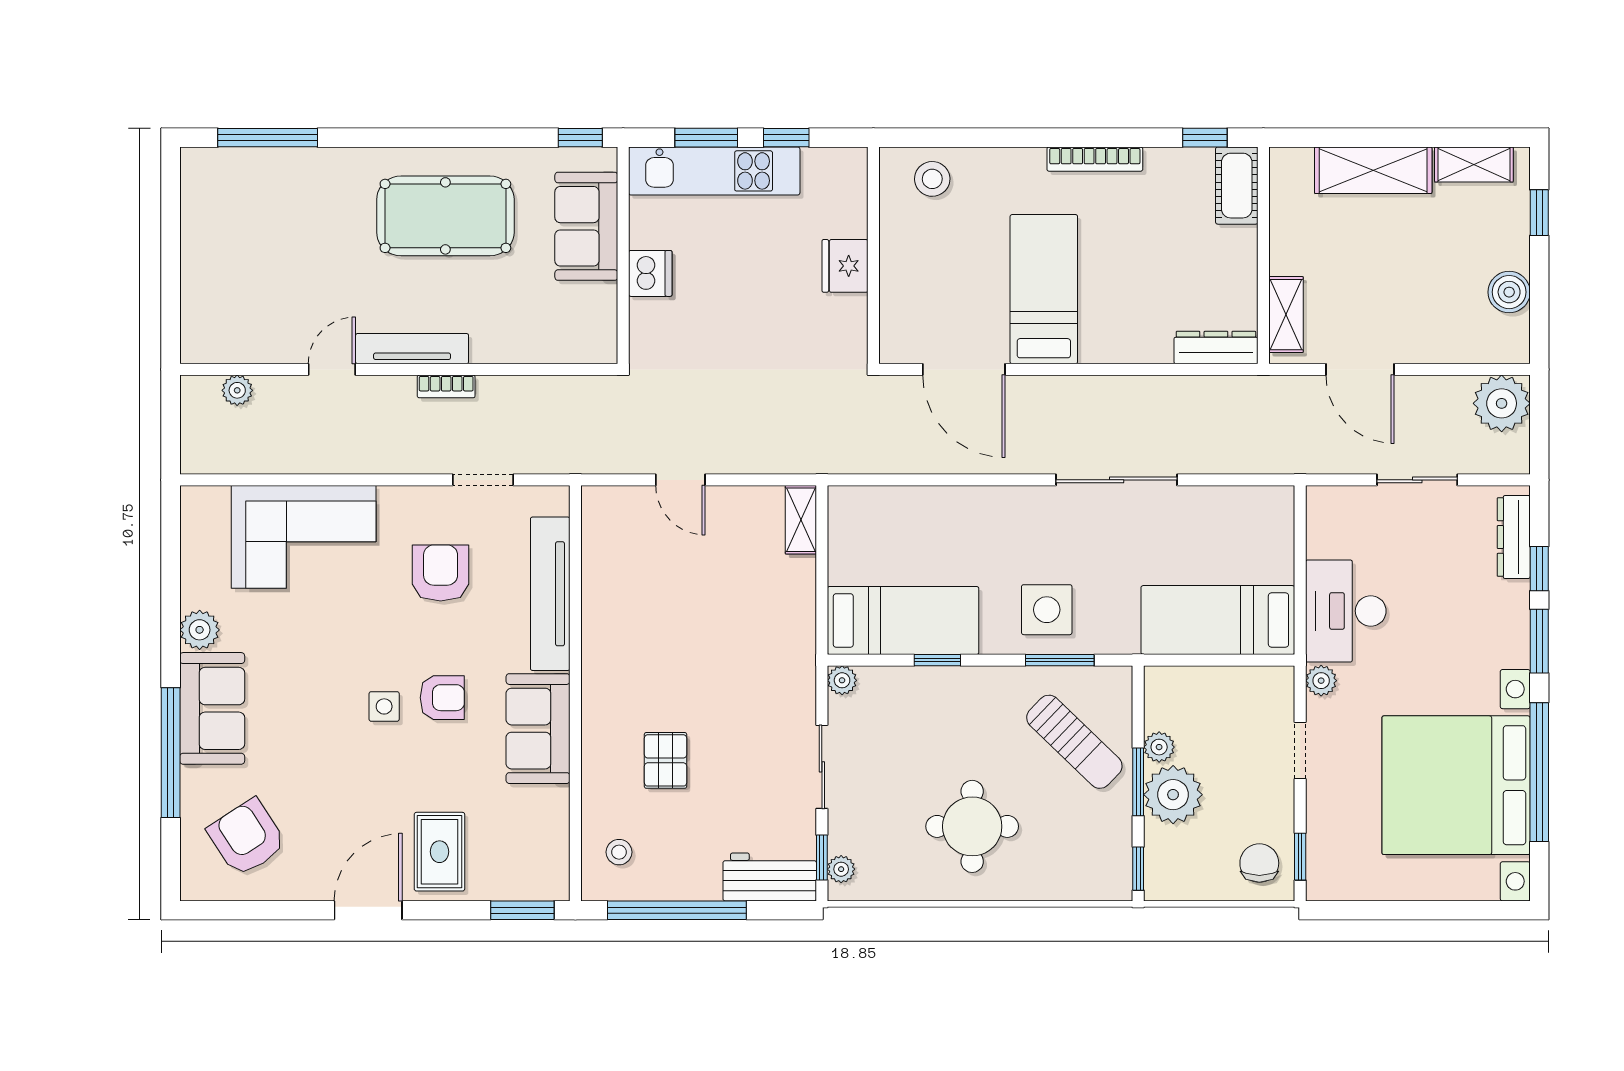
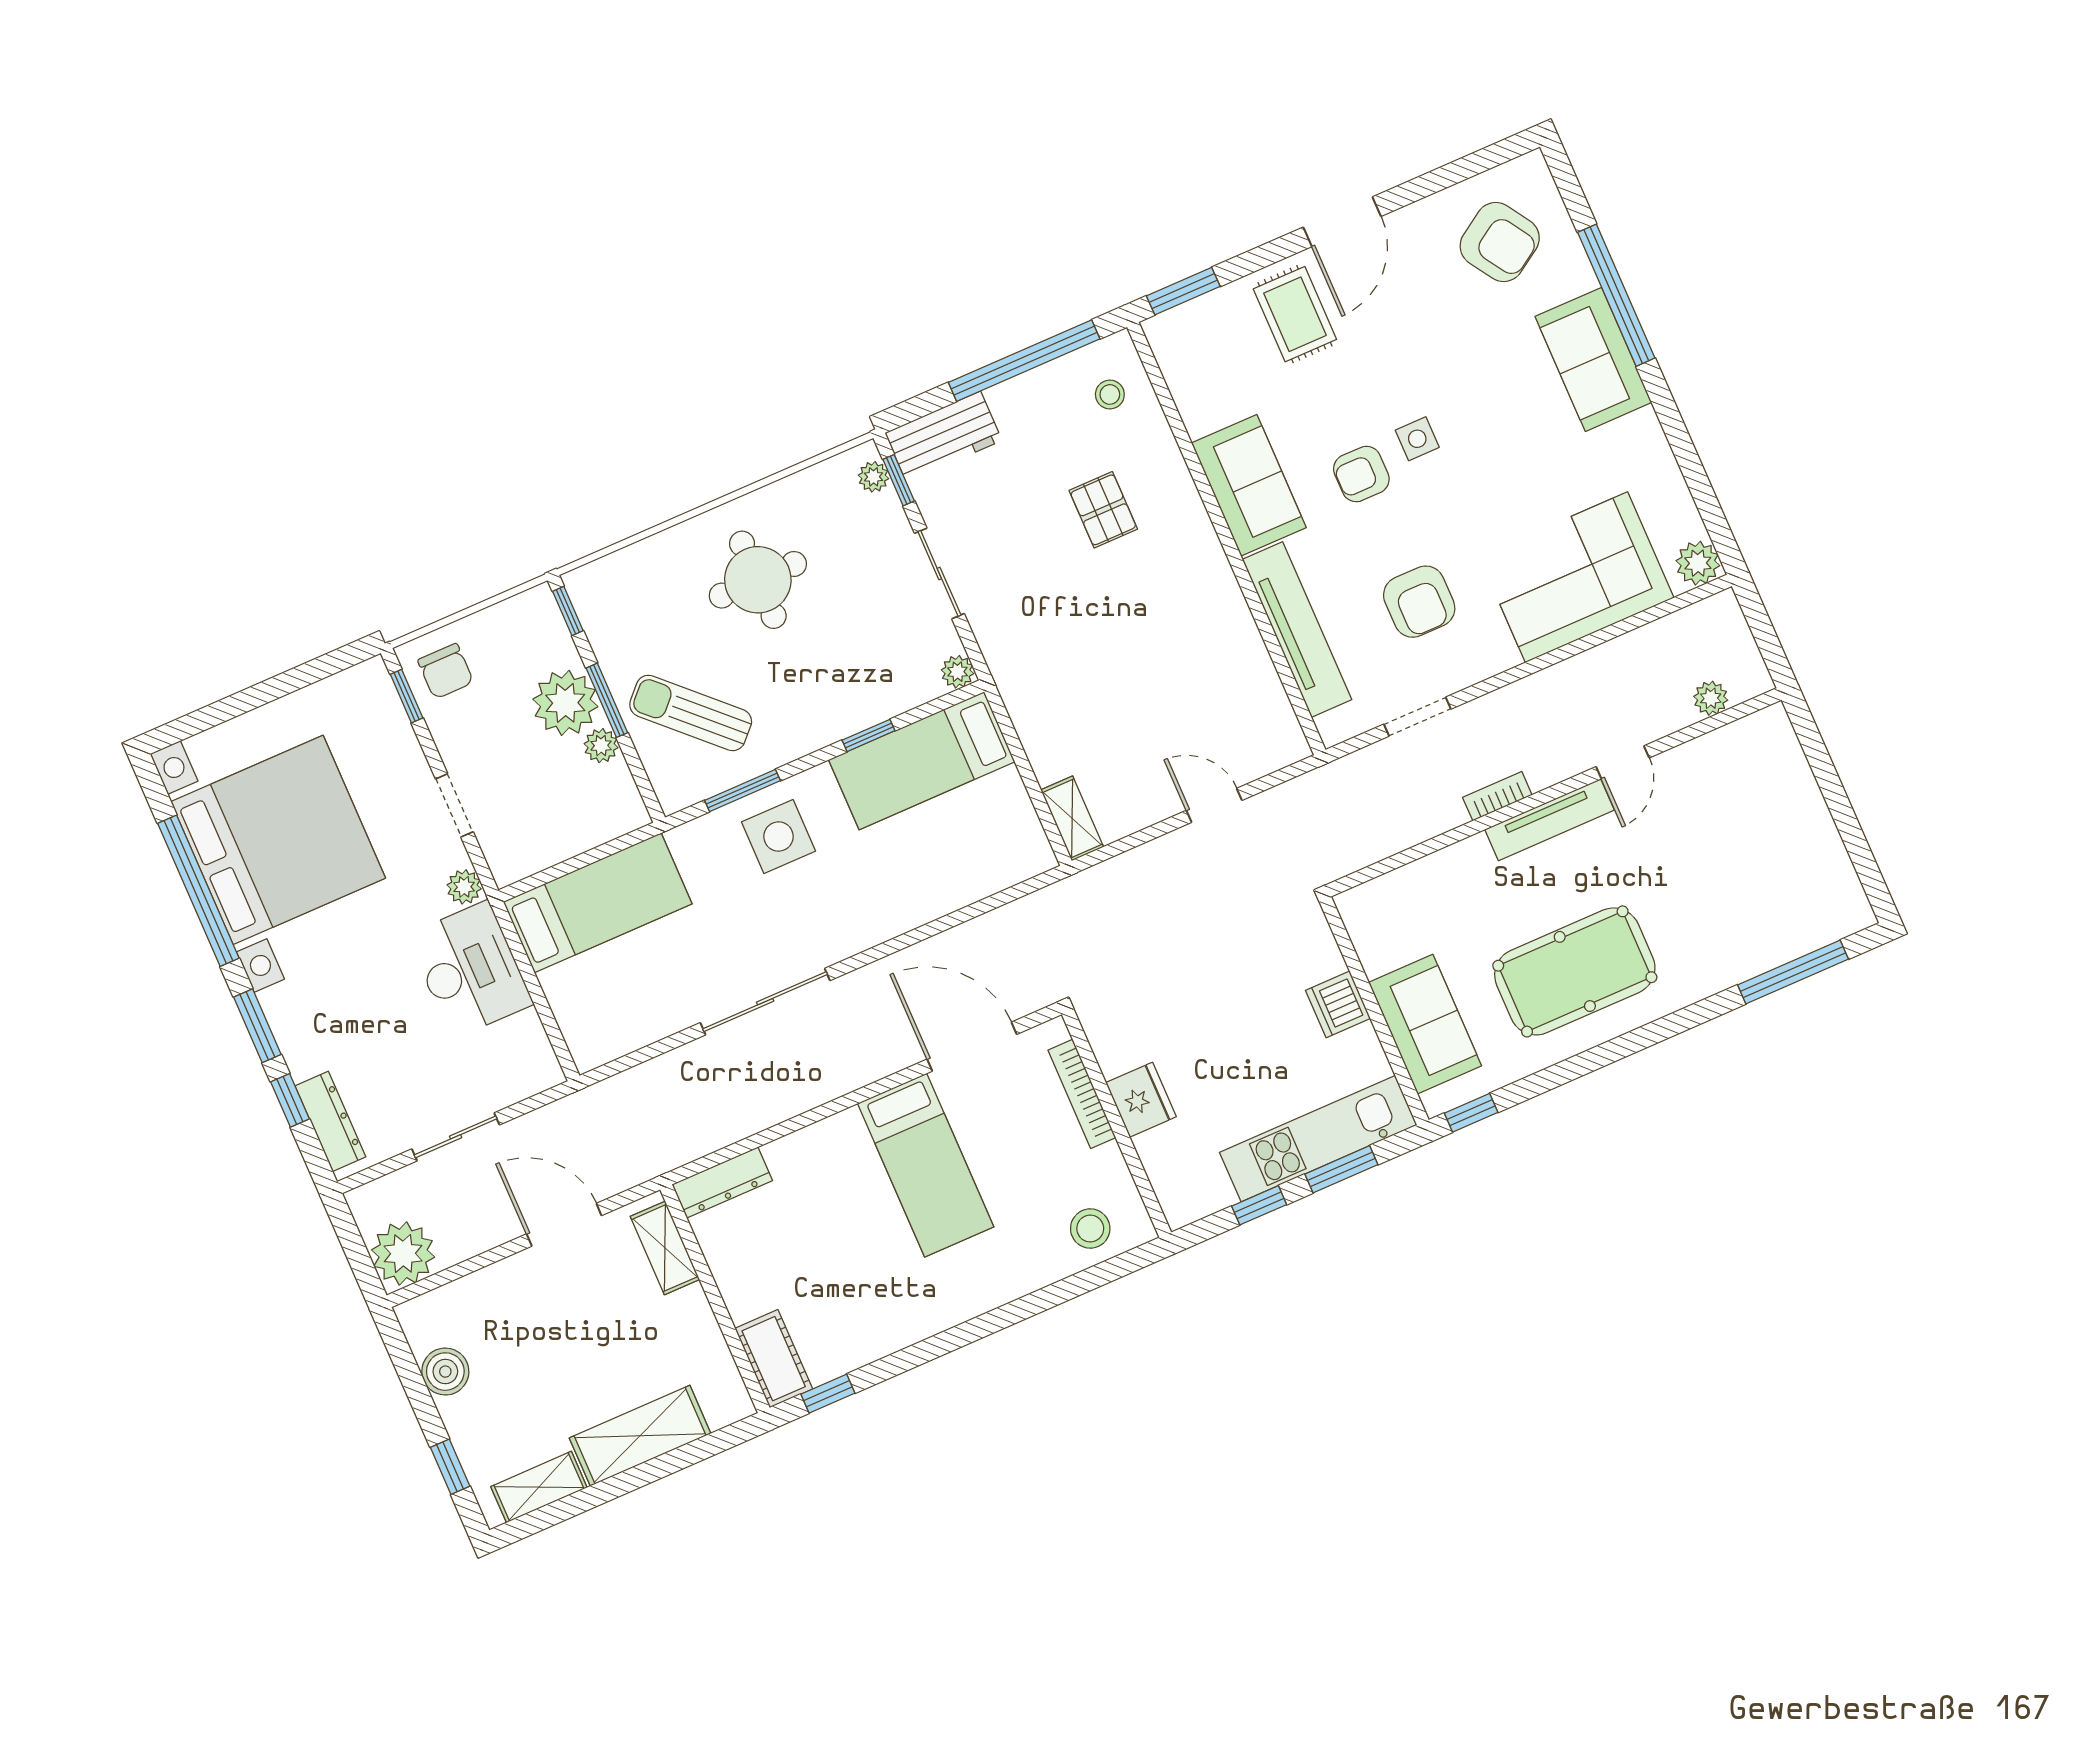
bookcase: (1095, 159) -> (1082, 1094), moved, turned -90
plant: (200, 630) -> (1698, 563), moved

